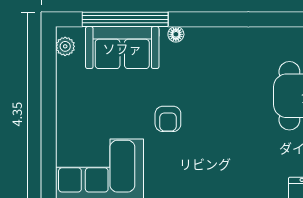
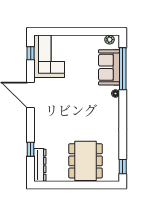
armchair: (168, 119) -> (74, 90), removed

